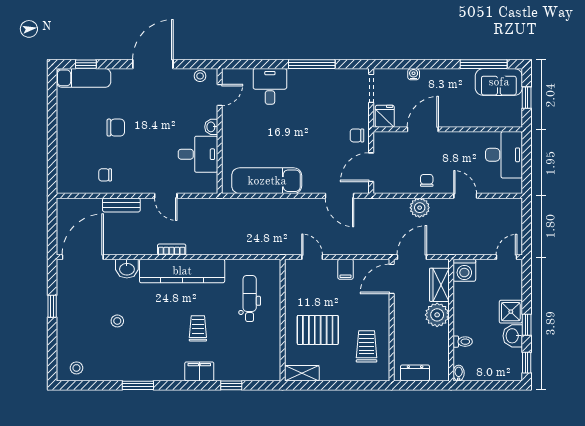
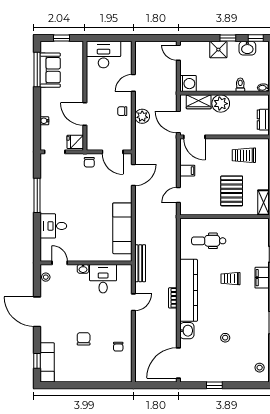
sofa: (499, 82) -> (50, 70), moved
bench: (121, 205) -> (140, 263), moved, width x1.36
door: (83, 257) -> (178, 363), hinge flipped
washbasin: (513, 336) -> (247, 48), moved

